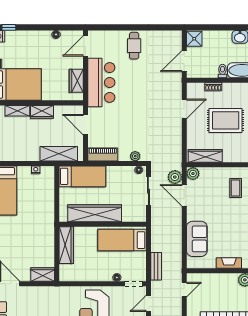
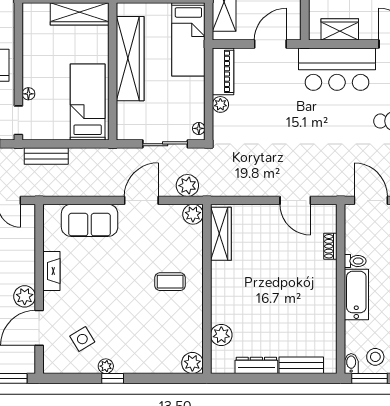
rug: (226, 120) -> (277, 266), removed
plant: (135, 156) -> (220, 104), moved
door: (184, 195) -> (141, 200), moved

